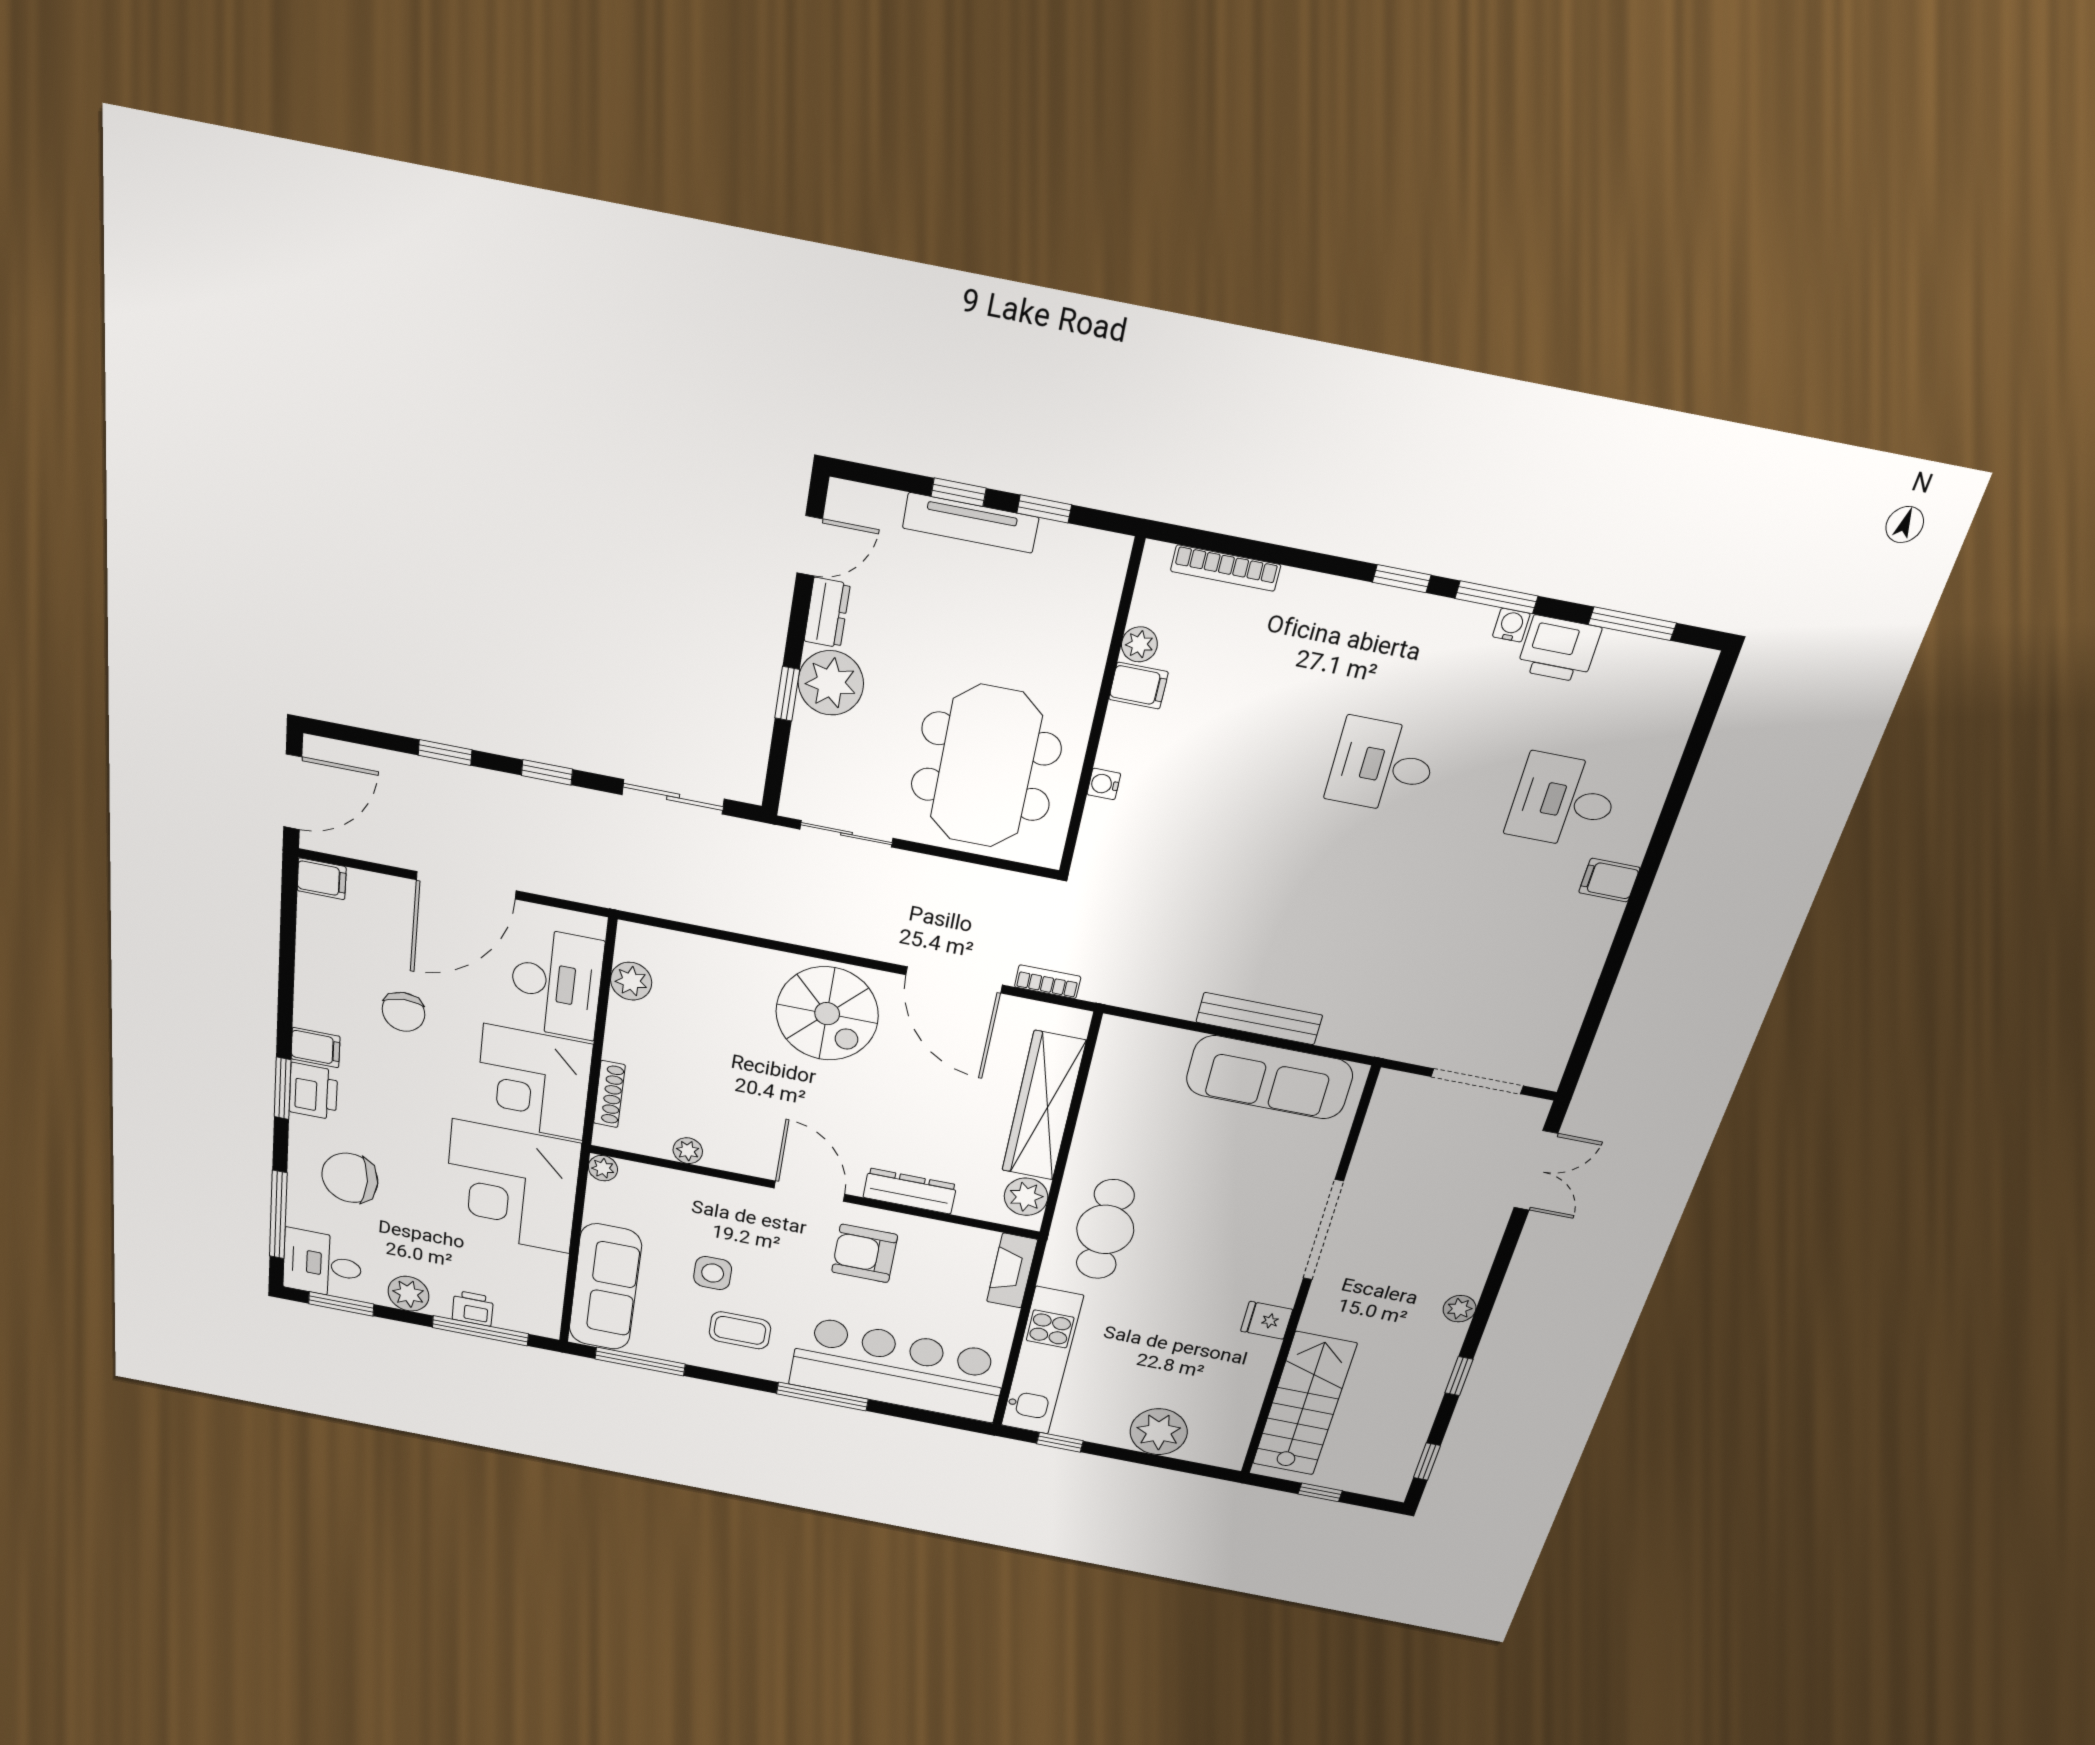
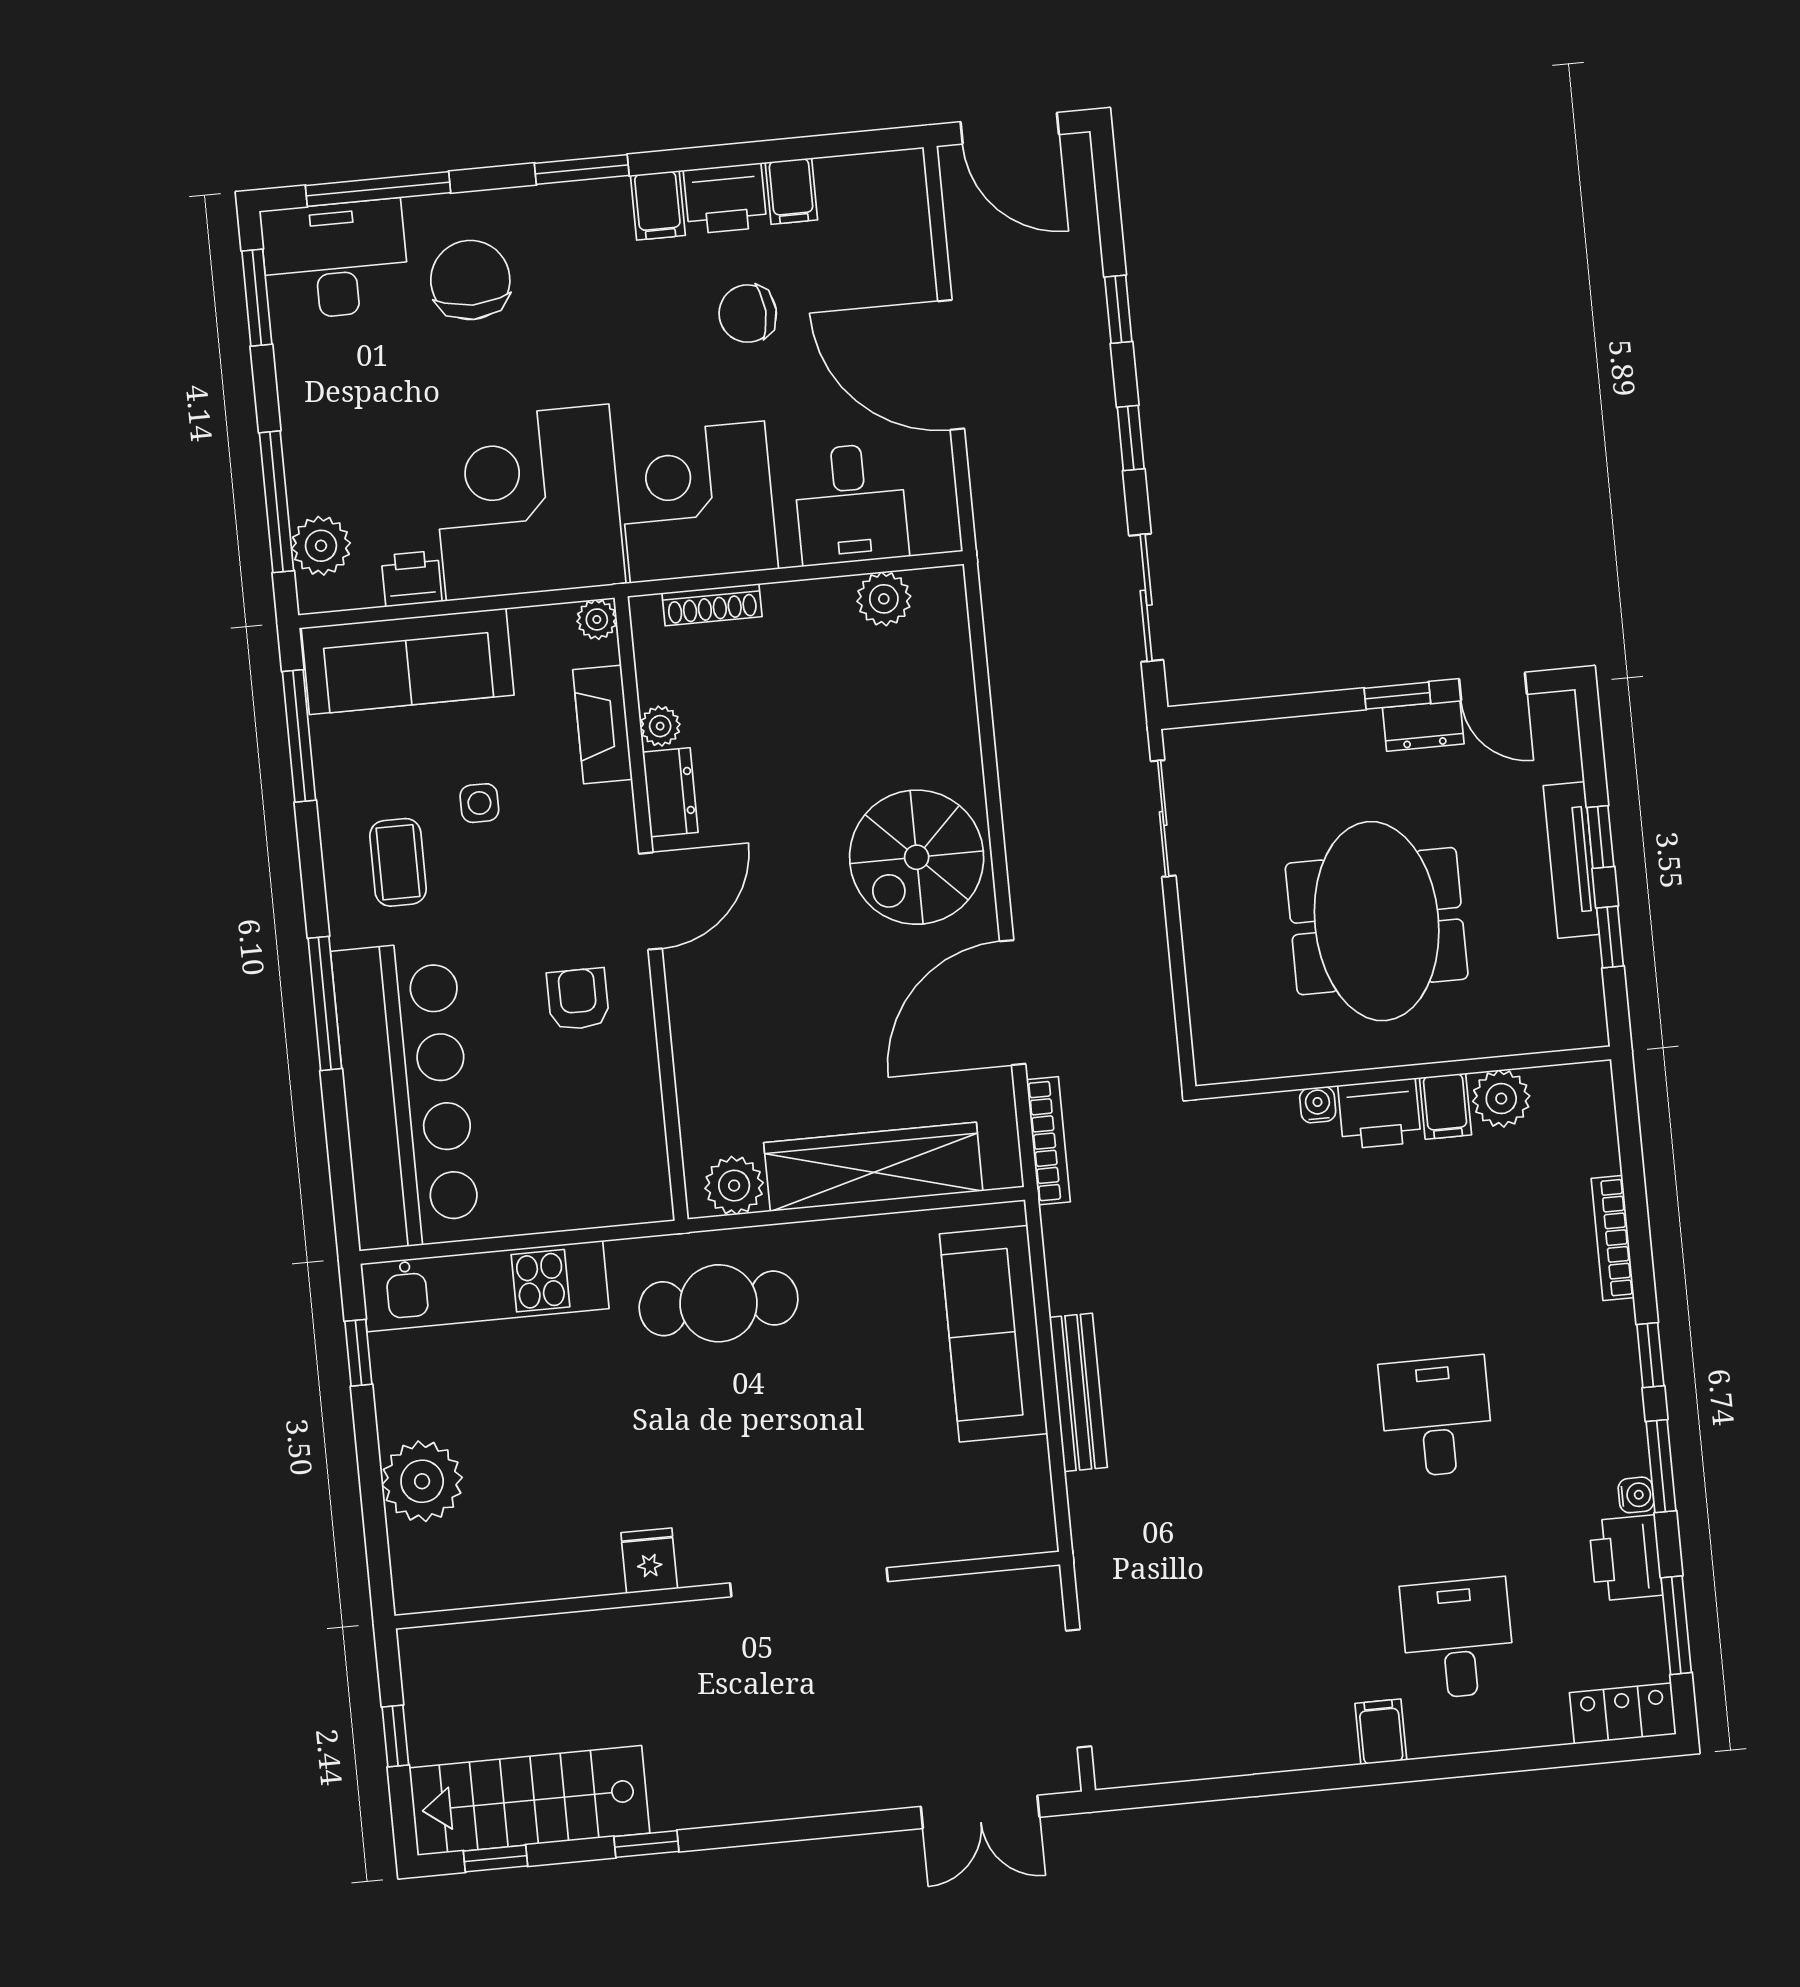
bookcase: (1226, 568) -> (1613, 1238), moved
plant: (1139, 644) -> (1501, 1099), width x1.38, depth x1.38
plant: (831, 683) -> (1343, 751), removed
locker: (1683, 689) -> (1623, 1713), added
window: (787, 694) -> (1397, 696), moved
printer: (1127, 739) -> (1379, 1114), added
meeting table: (986, 767) -> (1377, 921), moved, turned 90
filing cabinet: (322, 879) -> (791, 191), moved
bookcase: (1048, 982) -> (1048, 1141), width x1.56
desk: (556, 983) -> (851, 504), width x0.73
sofa: (1269, 1077) -> (994, 1334), moved
printer: (313, 1091) -> (725, 199), moved
dresser: (910, 1191) -> (670, 792), moved, width x0.70
armchair: (865, 1253) -> (578, 999), width x0.72, depth x0.72
desk: (322, 1264) -> (335, 260), width x1.37
fireplace: (1012, 1271) -> (603, 724), moved, turned -90
side table: (713, 1273) -> (479, 803), width x0.73, depth x0.73
plant: (409, 1294) -> (321, 546), moved
printer: (473, 1308) -> (412, 579), moved, turned -90
plant: (1459, 1309) -> (750, 1802), removed
stairs: (1304, 1404) -> (529, 1800), moved, turned 180

